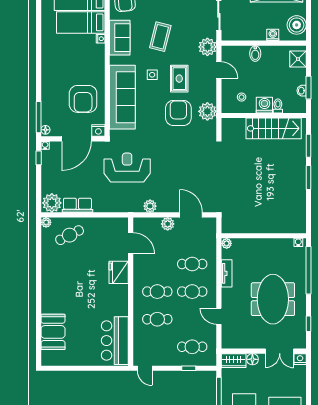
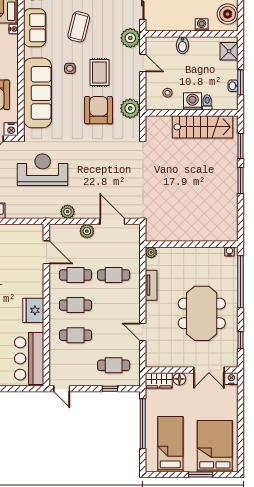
fridge: (119, 272) -> (33, 310), moved
cafe table: (192, 292) -> (76, 275), moved

